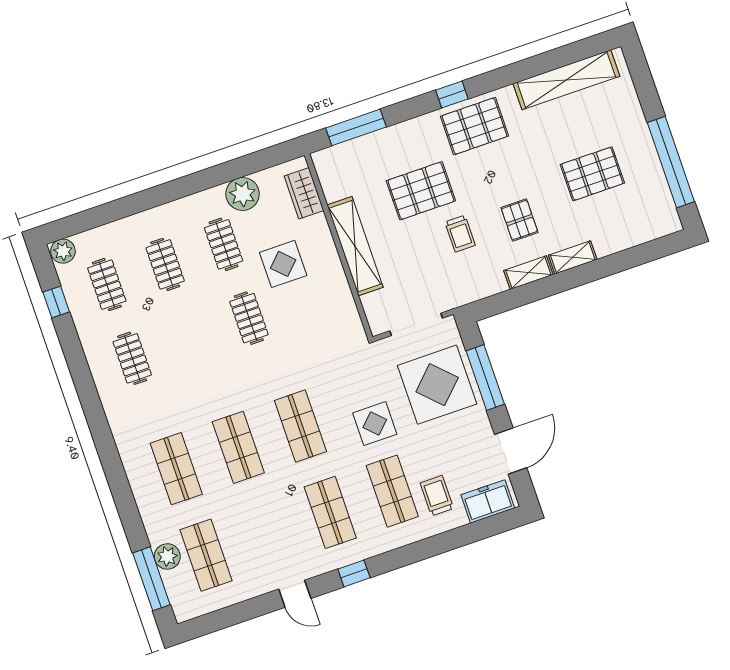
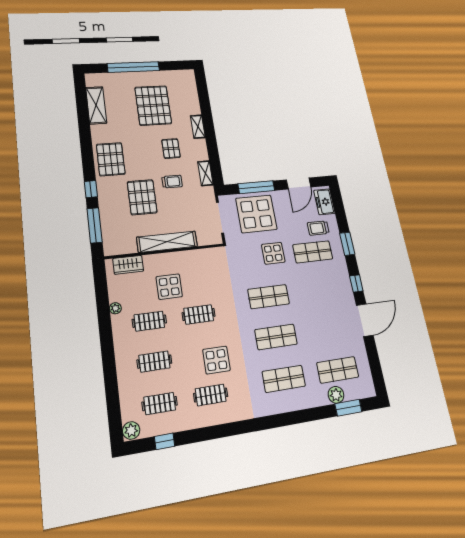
shelving: (566, 80) -> (96, 105), width x0.68
window: (452, 94) -> (91, 189), moved
window: (671, 162) -> (133, 67), moved
pallet: (592, 174) -> (153, 105), width x1.37, depth x1.41
plant: (243, 194) -> (115, 308), width x0.53, depth x0.53
pallet: (519, 220) -> (171, 149), turned 90
shelving: (528, 273) -> (205, 173), moved
display table: (185, 358) -> (216, 360), added
door: (511, 451) -> (299, 183), swing flipped
shop shelf: (330, 512) -> (321, 290), removed
window: (420, 551) -> (347, 244), added
window: (151, 579) -> (348, 408), width x0.69
door: (295, 594) -> (365, 320), width x1.87

